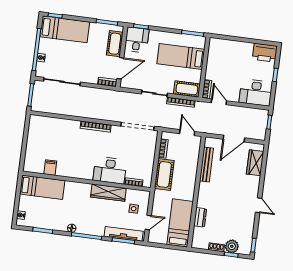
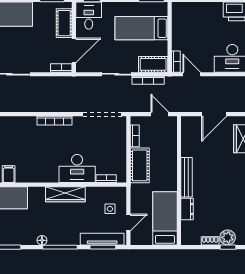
bench: (206, 165) -> (187, 177), moved
wardrobe: (108, 193) -> (65, 194), moved

